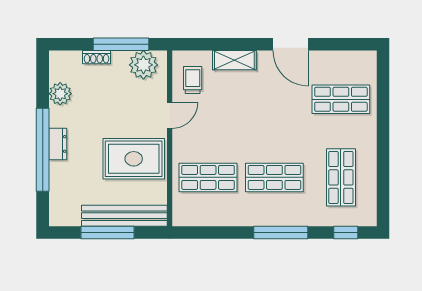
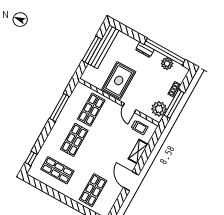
door: (291, 44) -> (131, 181), hinge flipped
window: (43, 150) -> (165, 52), moved
bench: (124, 216) -> (103, 47), moved
window: (281, 232) -> (59, 108), moved

